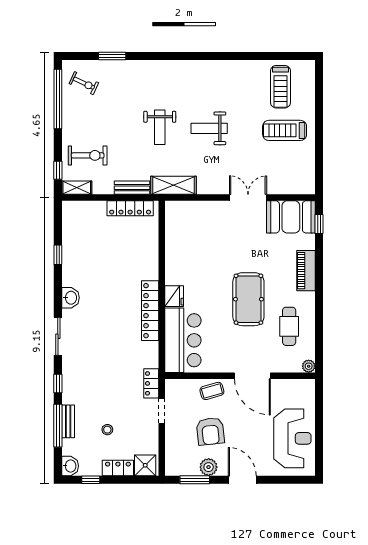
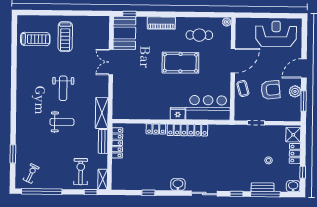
locker: (151, 383) -> (156, 129), moved

